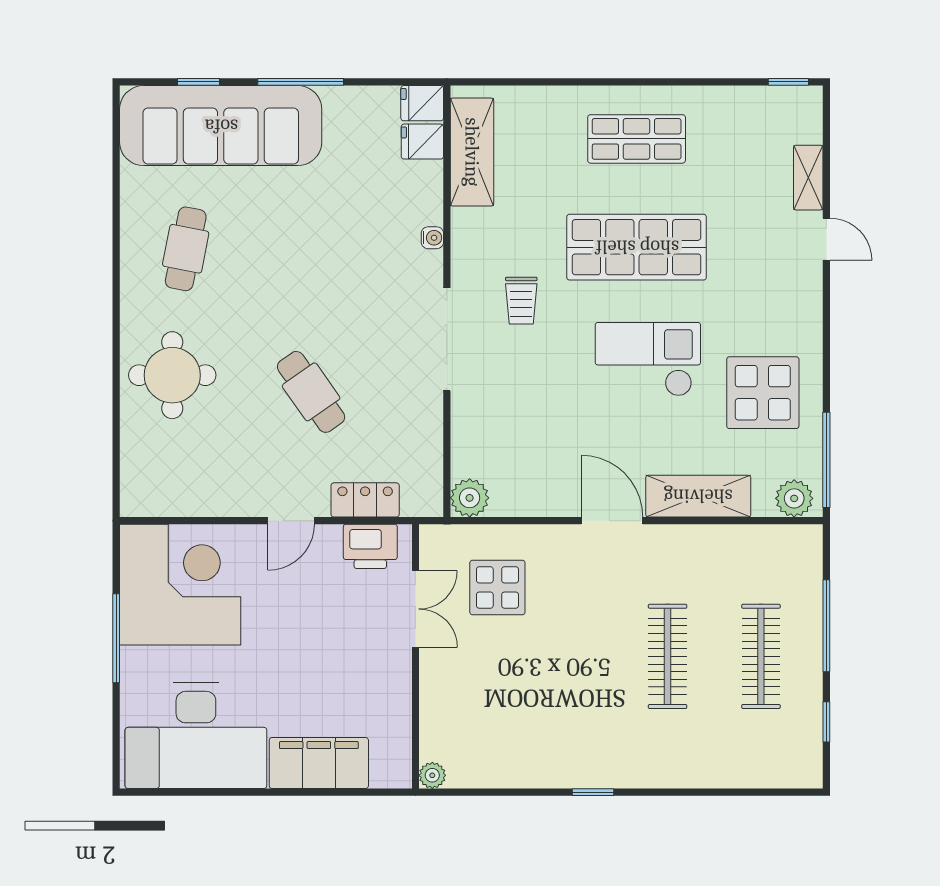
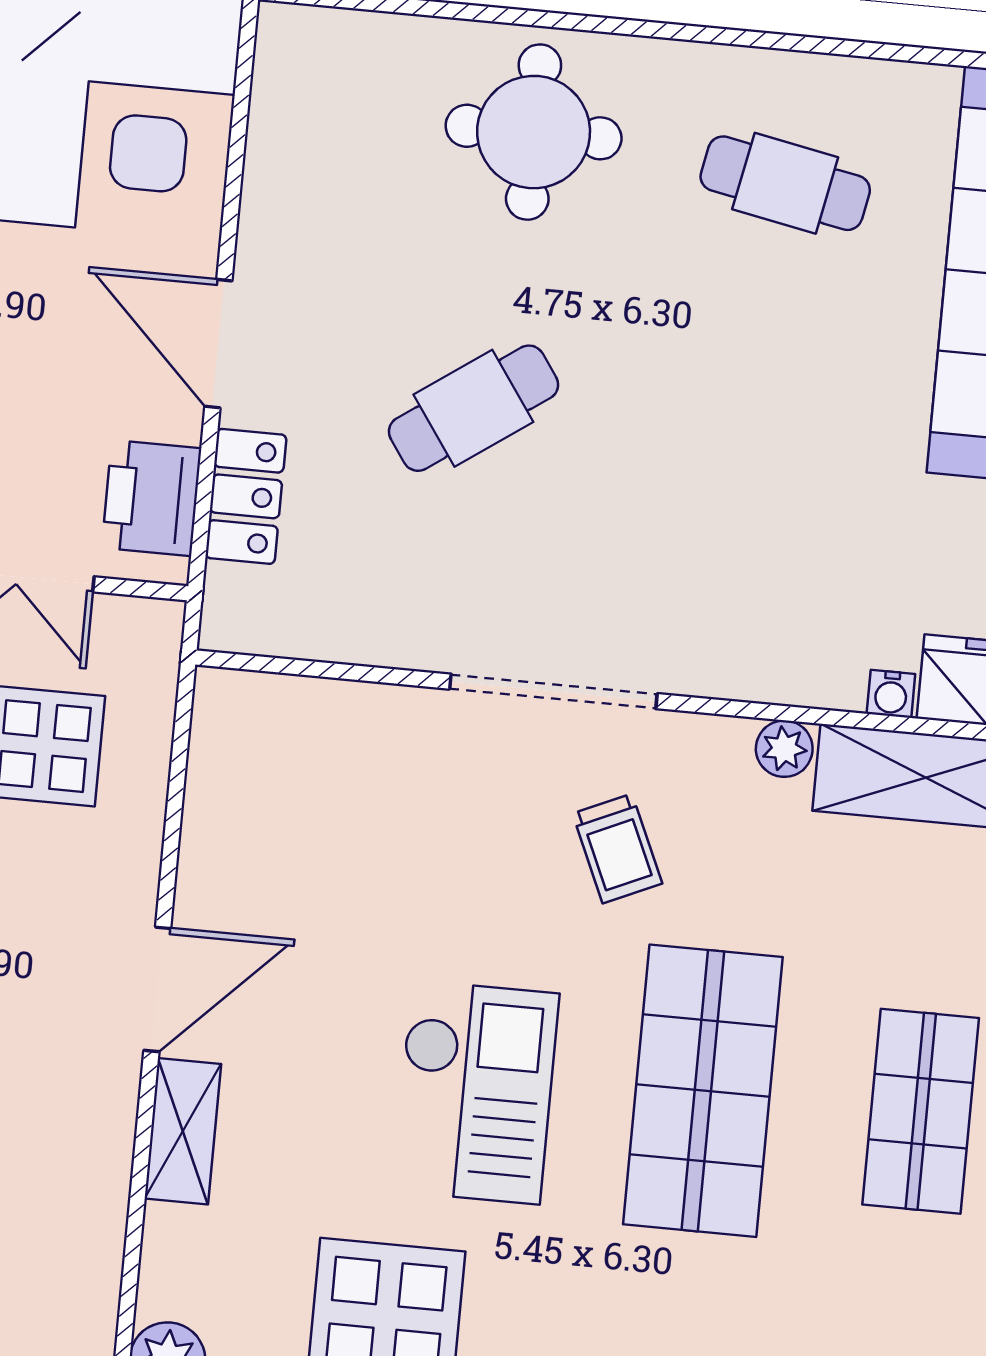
water cooler: (432, 238) -> (891, 694), moved
trolley: (521, 301) -> (617, 849), turned -114
shelving: (698, 496) -> (183, 1131), width x0.67, depth x0.75
plant: (470, 498) -> (784, 749), moved, width x0.73, depth x0.73
door: (291, 521) -> (218, 344), width x1.38

